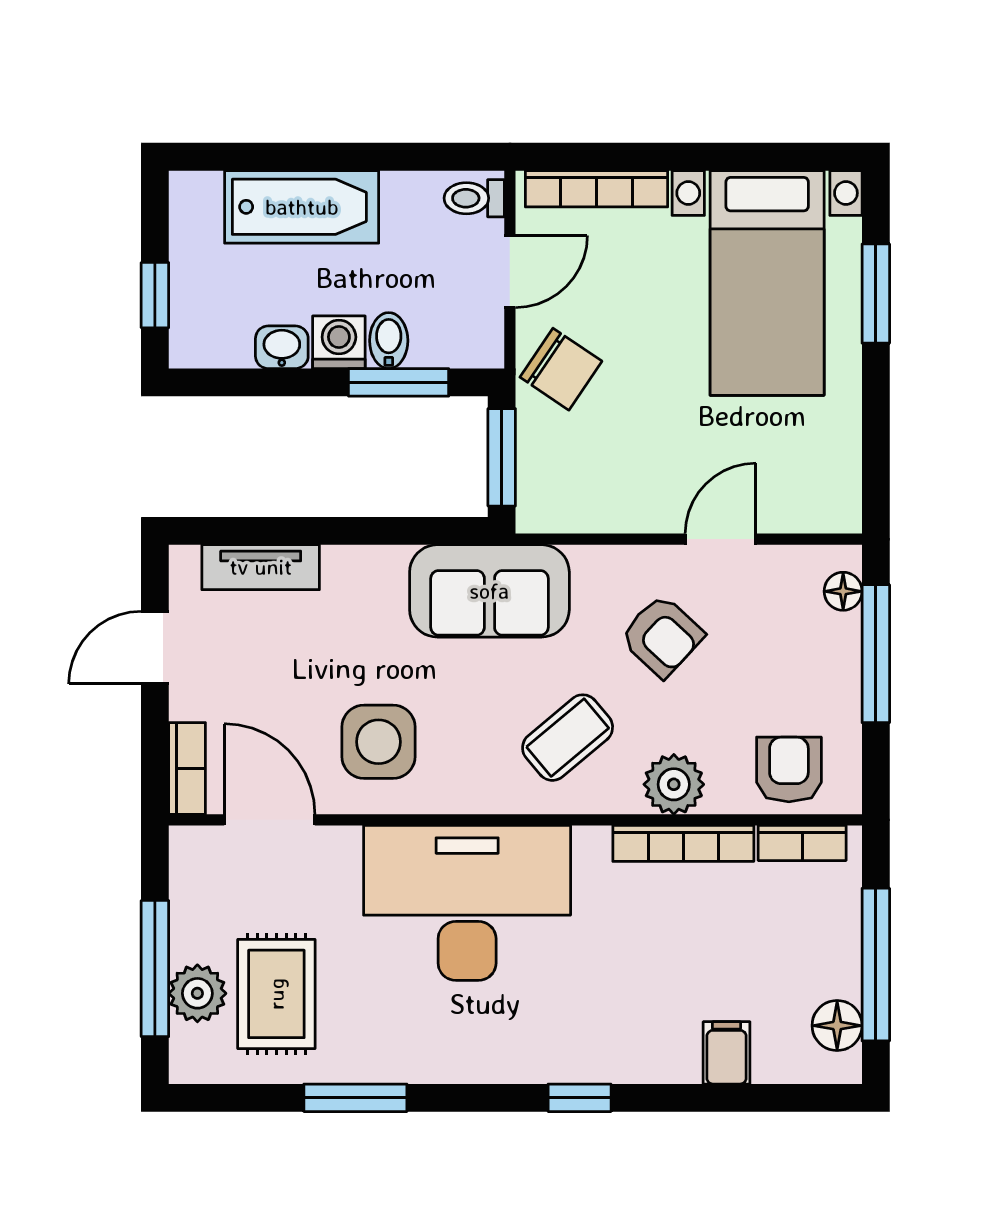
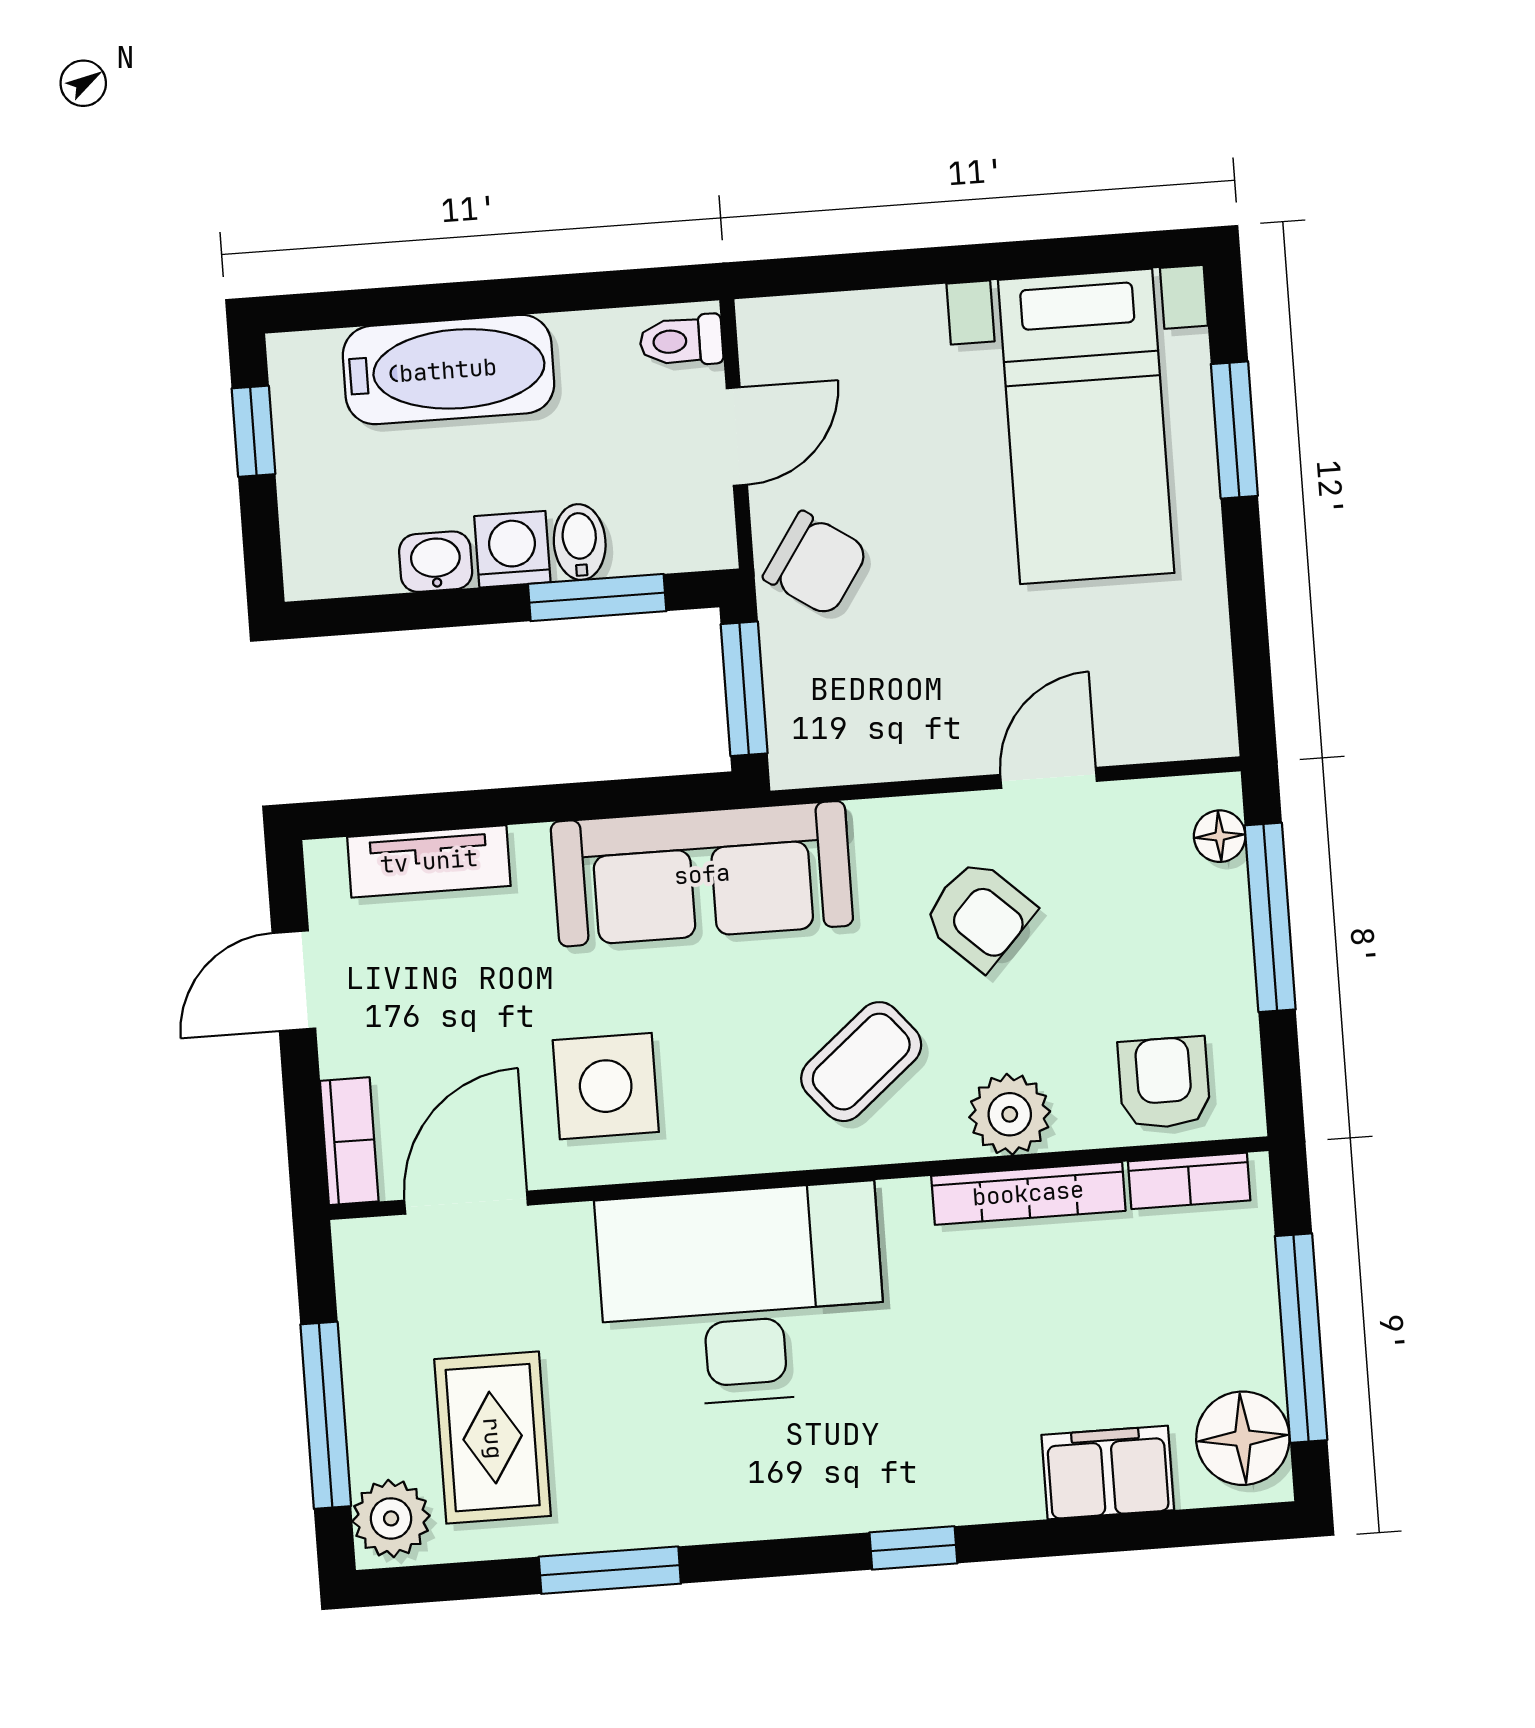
bookcase: (597, 189) -> (846, 316), removed
window: (155, 295) -> (253, 431), moved
sofa: (489, 591) -> (702, 874), width x1.36
door: (270, 820) -> (466, 1203), hinge flipped
plant: (197, 993) -> (391, 1518), moved
floor lamp: (837, 1026) -> (1243, 1438), width x1.38, depth x1.38
filing cabinet: (727, 1053) -> (1108, 1473), width x2.00

